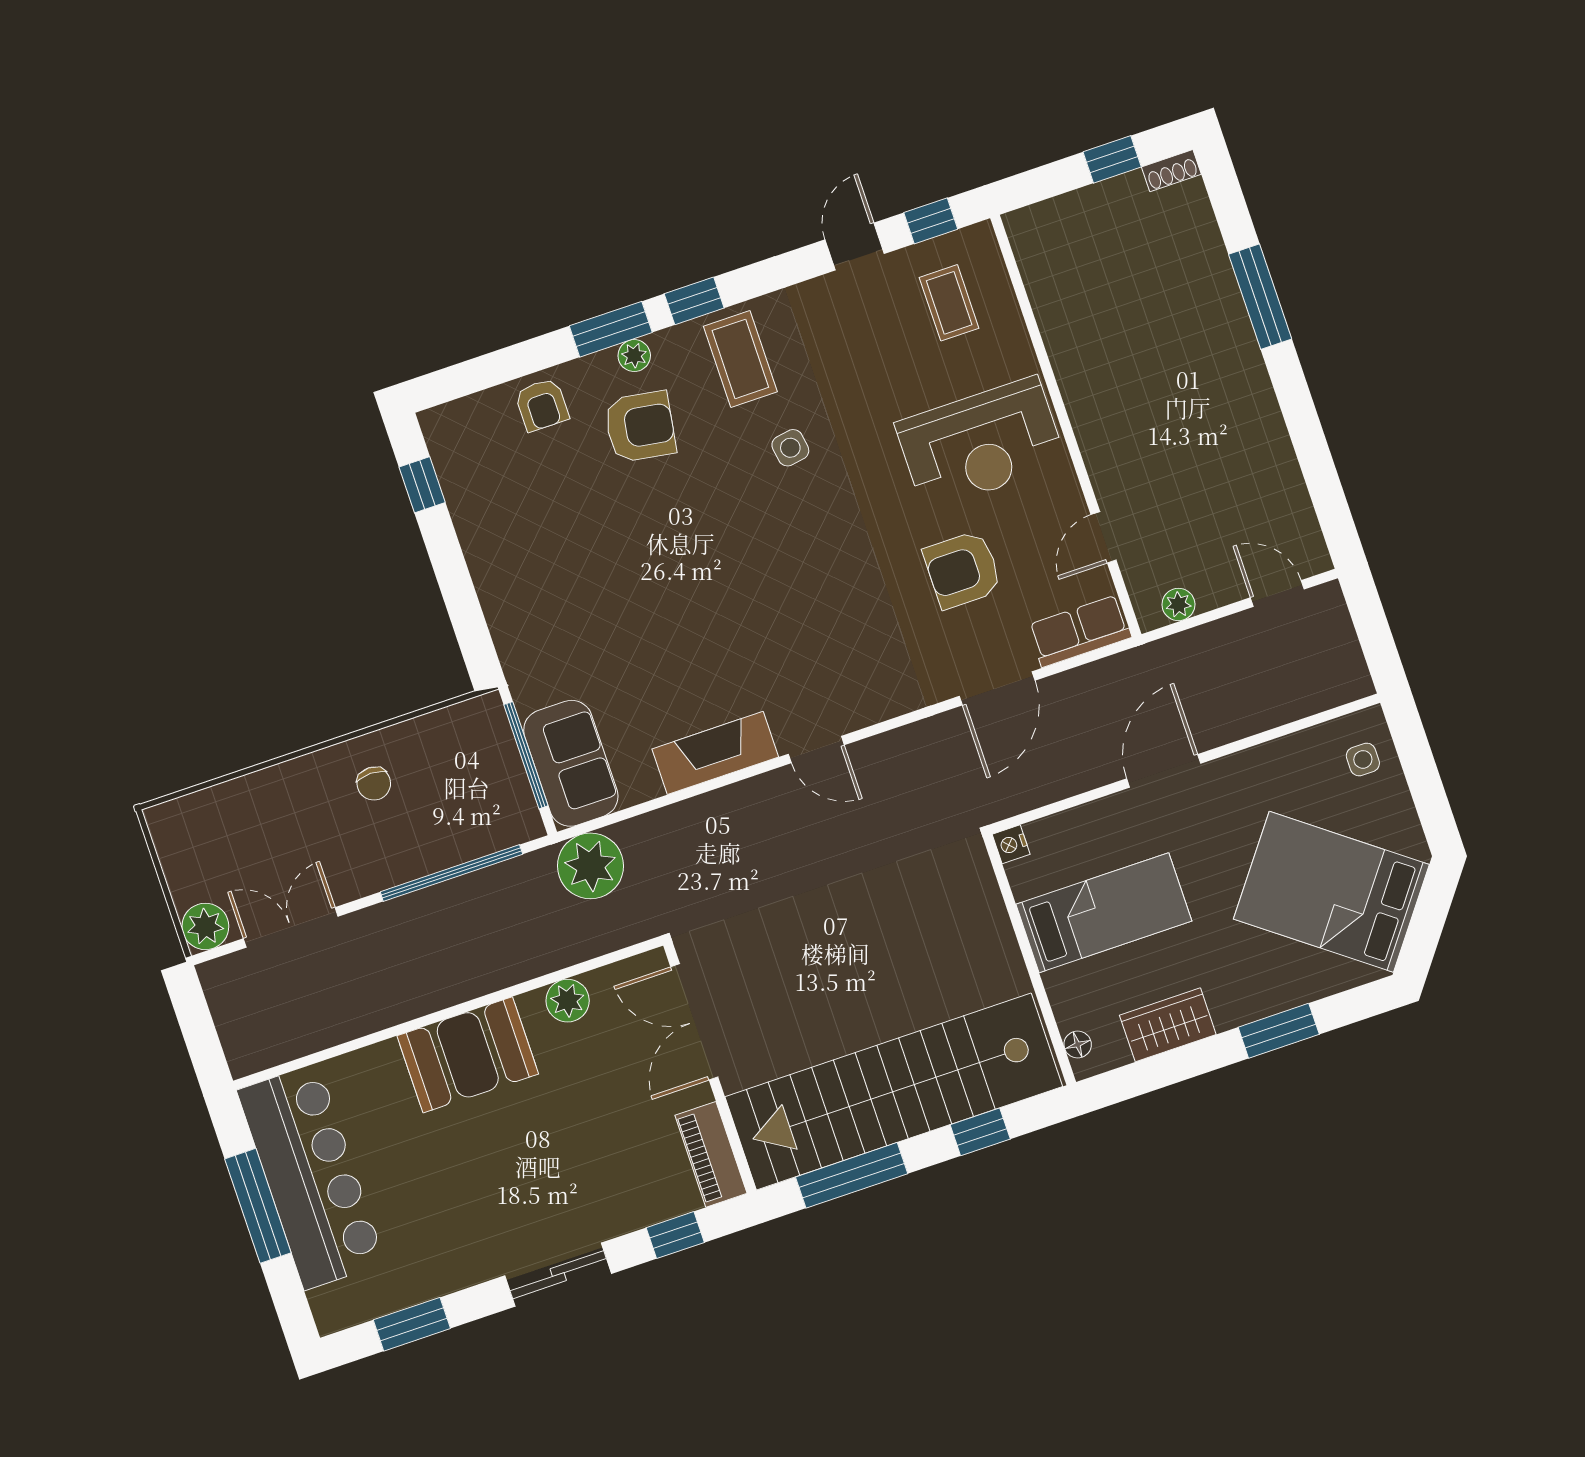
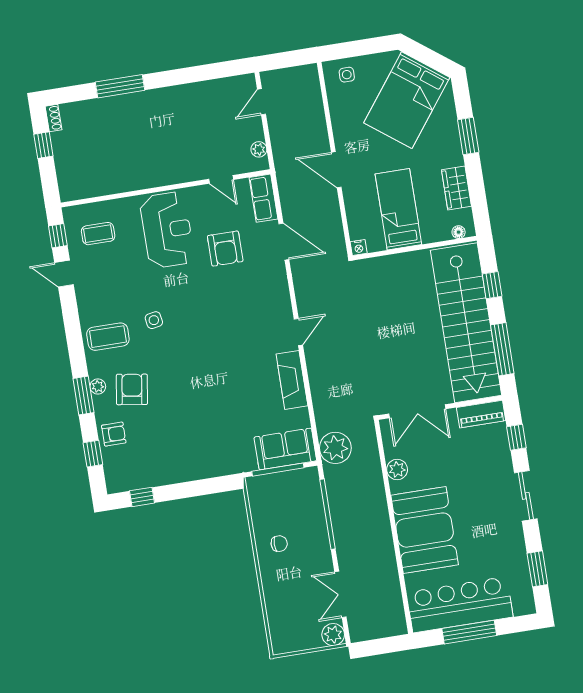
window: (694, 301) -> (93, 454), moved
booth: (468, 1055) -> (425, 530), width x1.36, depth x1.42

